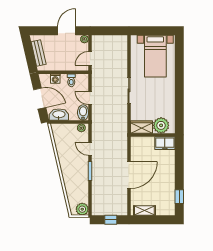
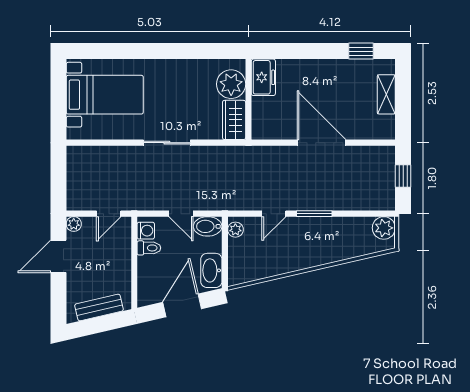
door: (67, 31) -> (58, 256), hinge flipped
door: (90, 58) -> (109, 214), hinge flipped
washing machine: (55, 79) -> (146, 231), moved
door: (90, 98) -> (181, 214), hinge flipped
shelving: (144, 211) -> (386, 94), moved

